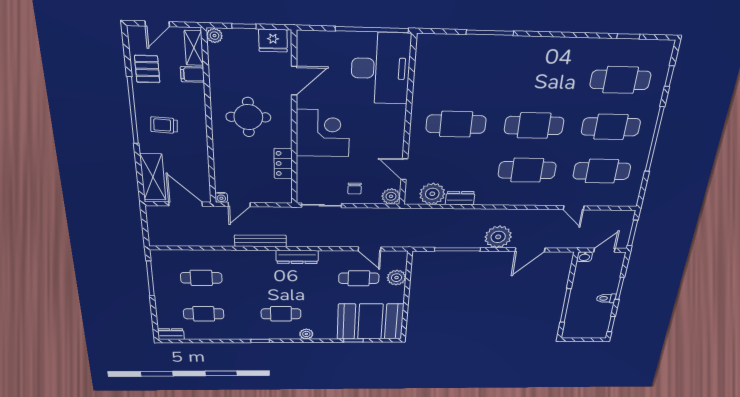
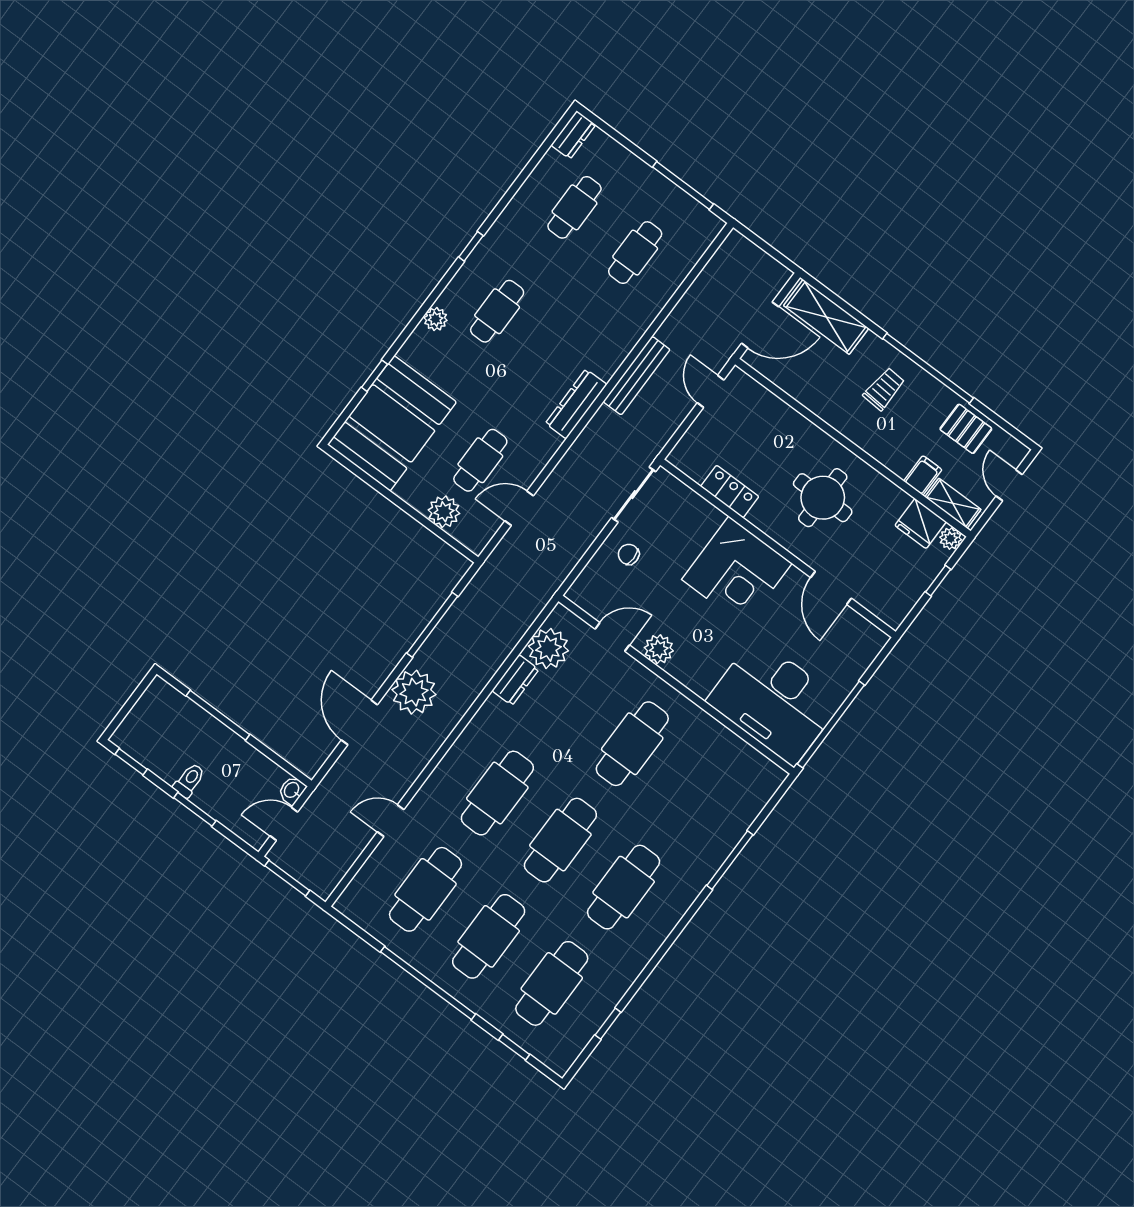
fridge: (273, 41) -> (921, 524), moved, turned -90
cafe table: (541, 78) -> (624, 887), added
plant: (391, 196) -> (659, 649), moved
water cooler: (221, 197) -> (737, 377), removed
door: (604, 250) -> (284, 824), swing flipped

